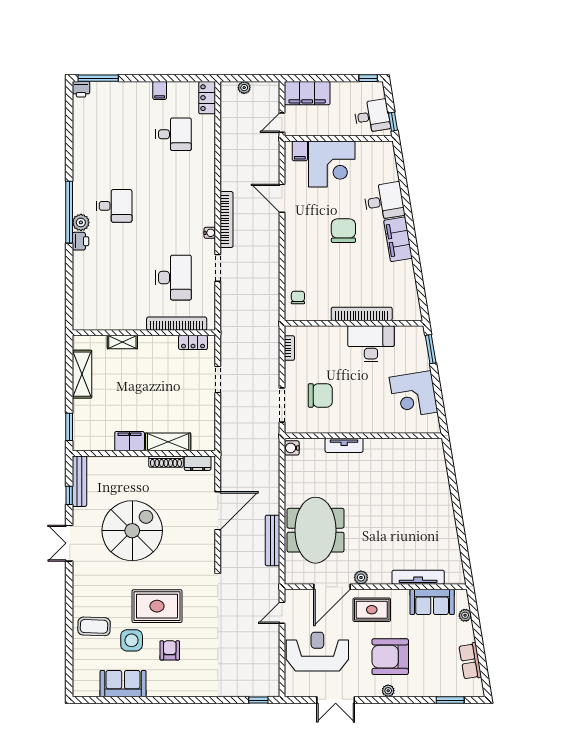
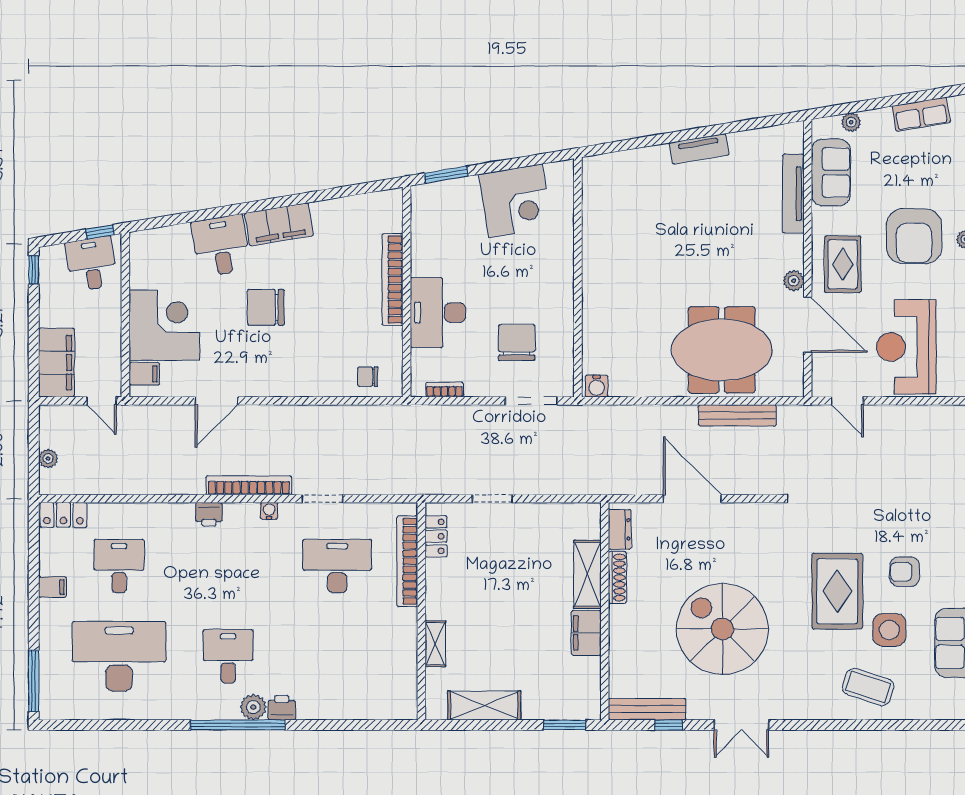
printer: (81, 89) -> (209, 514), moved, turned 90
desk: (114, 134) -> (119, 656), added
desk: (371, 344) -> (438, 313), moved
tv unit: (344, 445) -> (699, 149), moved, turned 81
coffee table: (94, 626) -> (868, 687), turned -74

